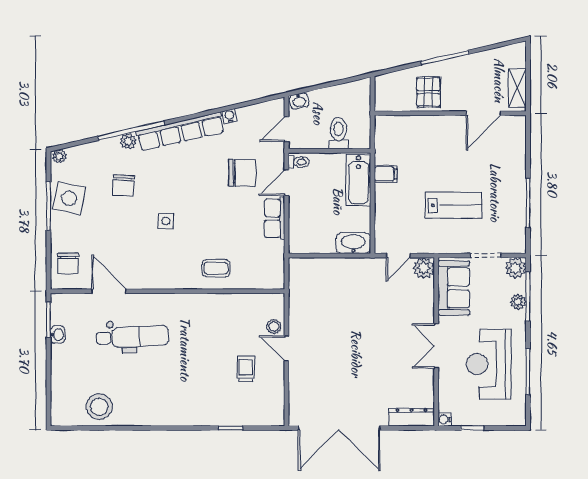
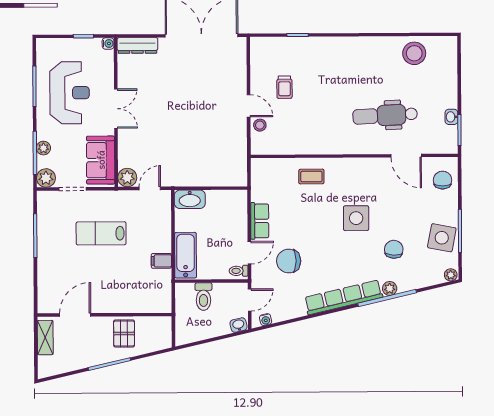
water cooler: (229, 116) -> (266, 320), moved
side table: (166, 221) -> (356, 218), width x1.87, depth x1.87

